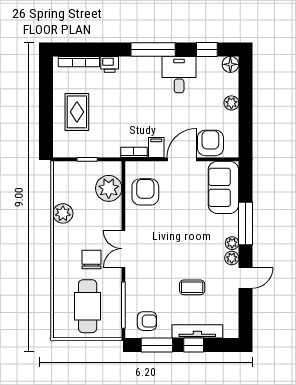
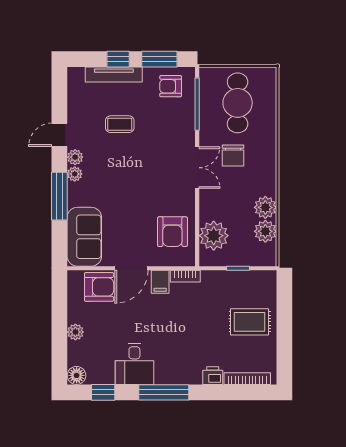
rug: (77, 112) -> (250, 322), turned 90
armchair: (210, 143) -> (99, 287), turned -90
plant: (63, 192) -> (265, 231), added

